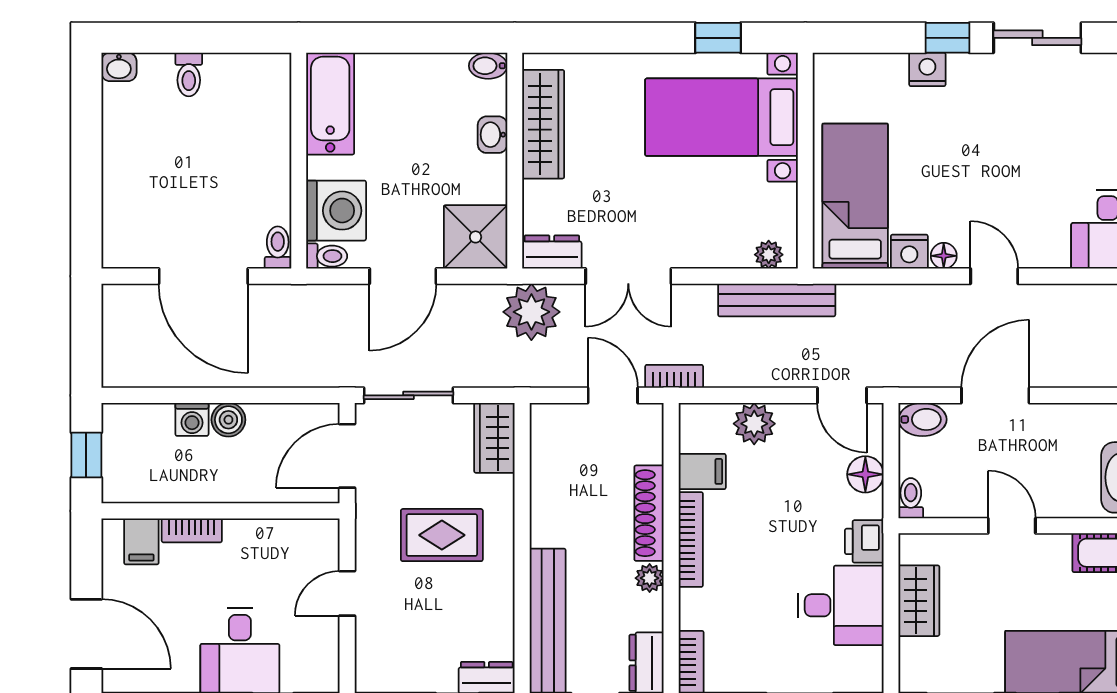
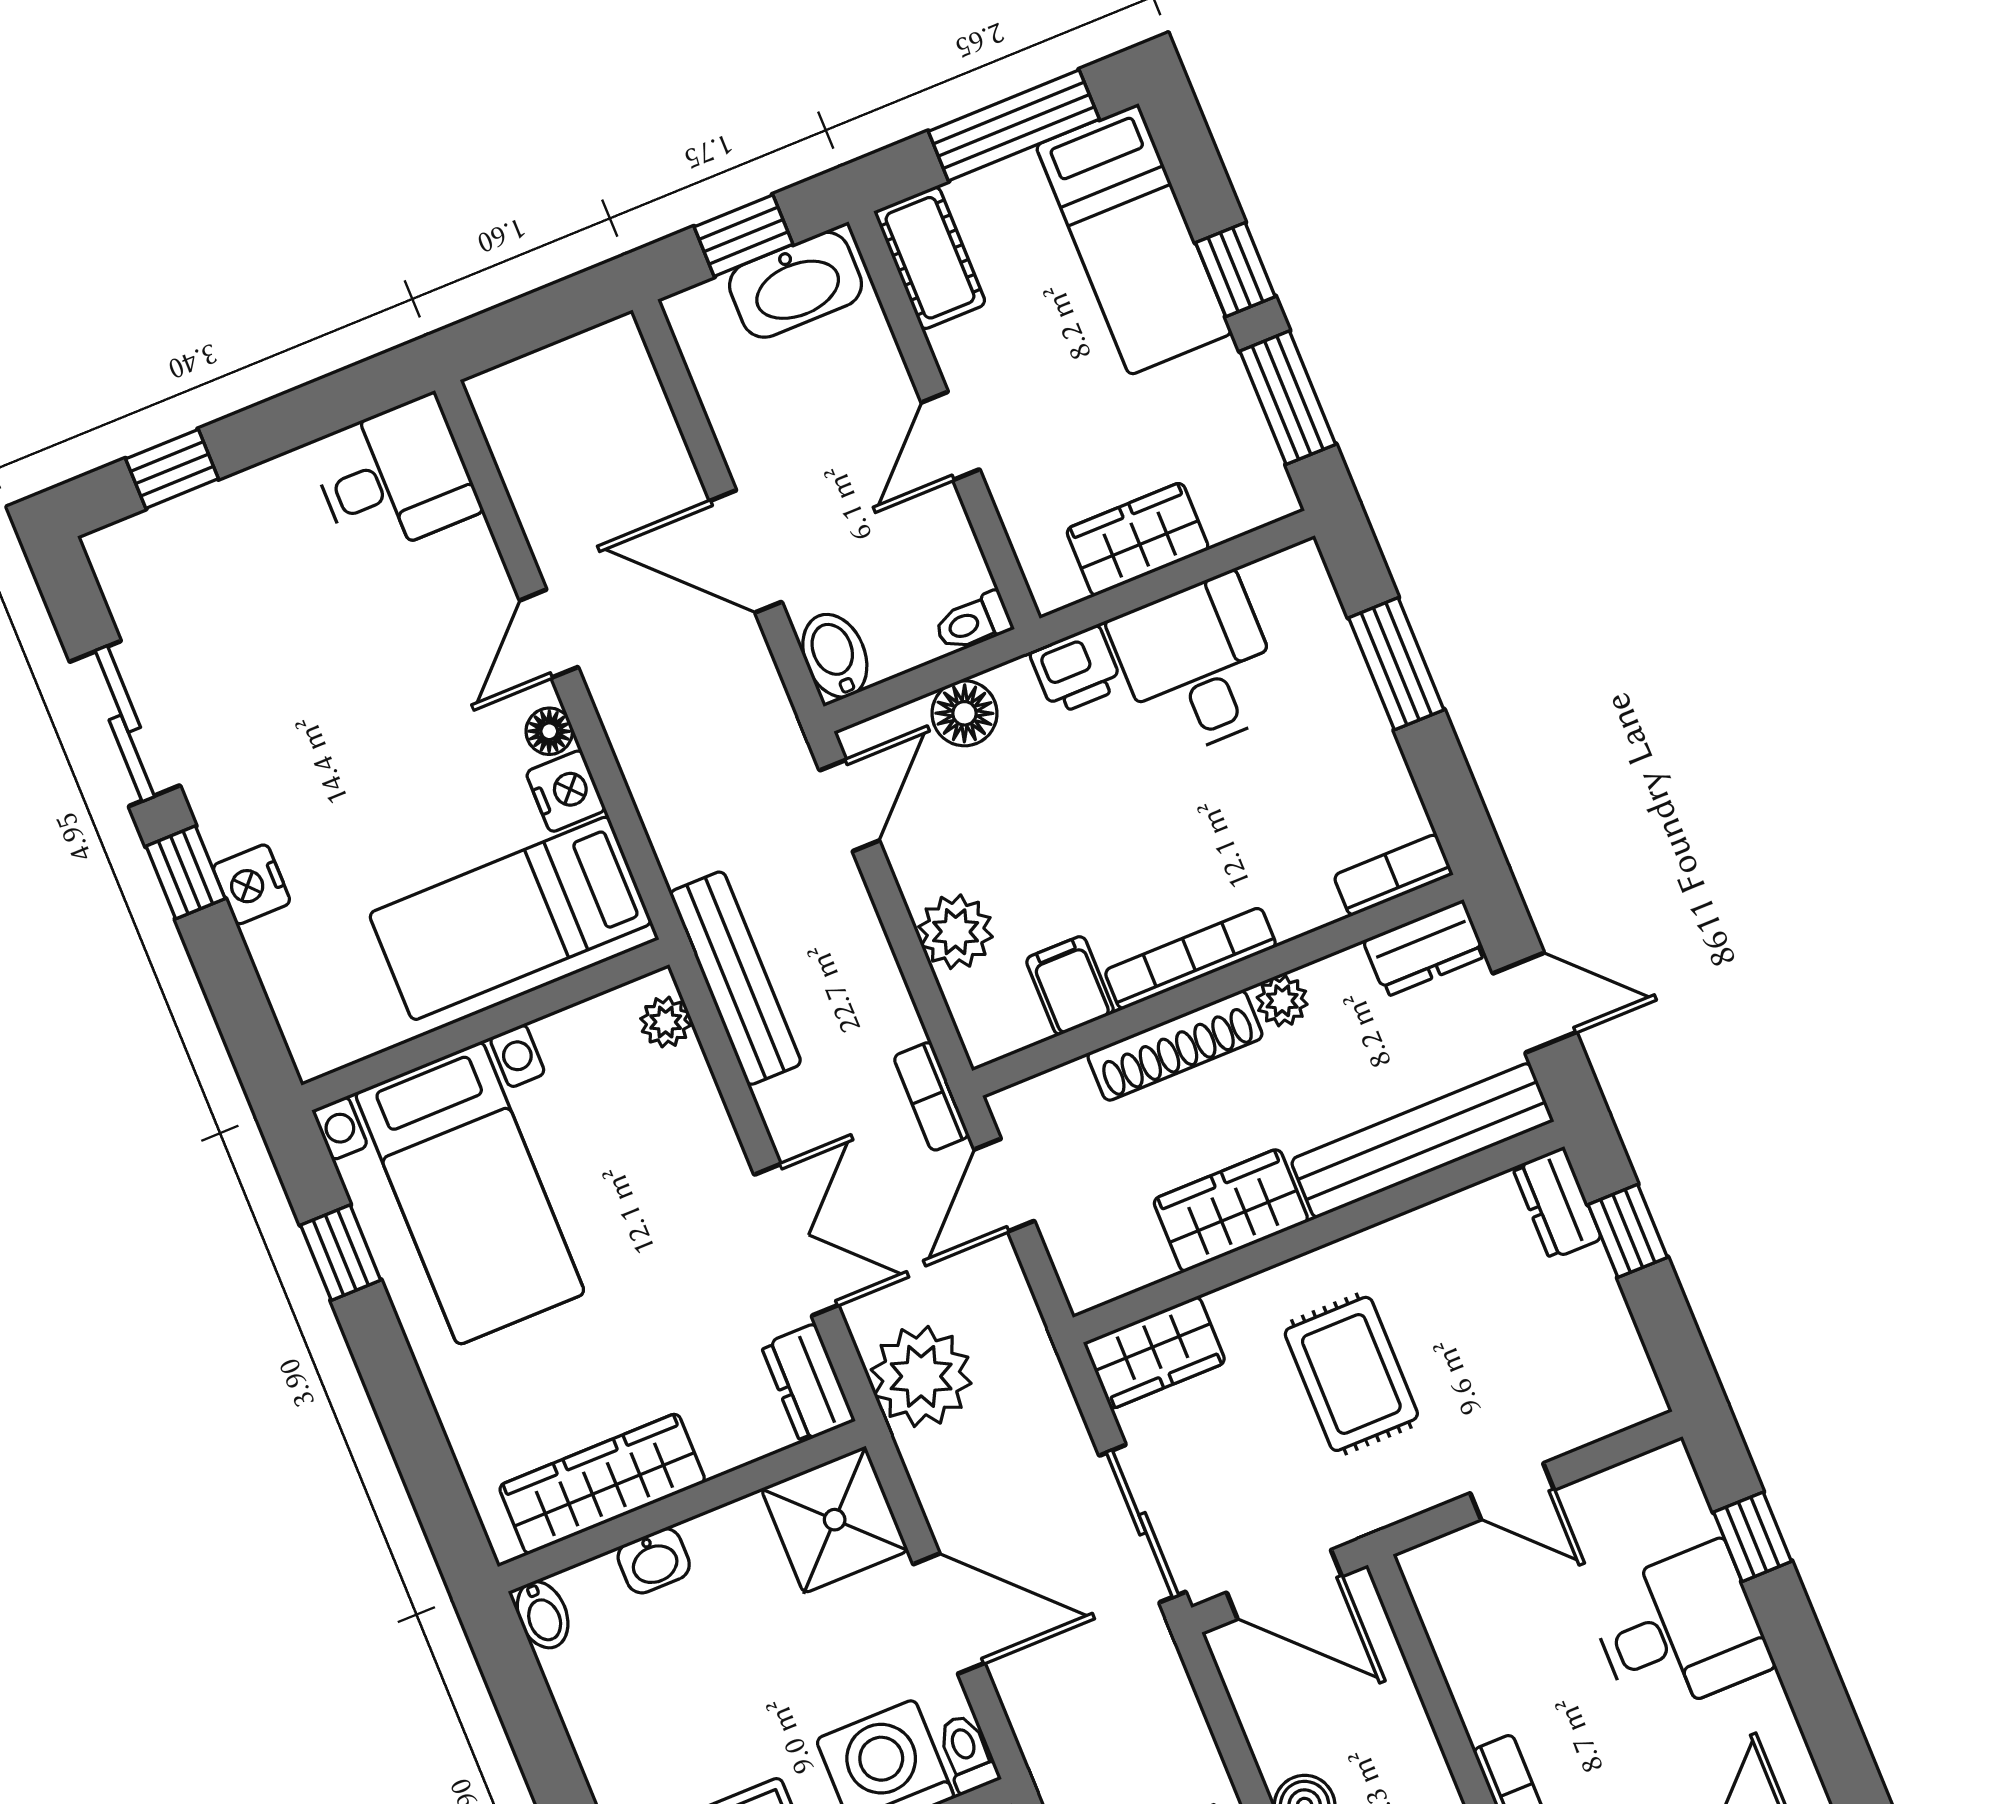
wardrobe: (552, 507) -> (1231, 1210), added

